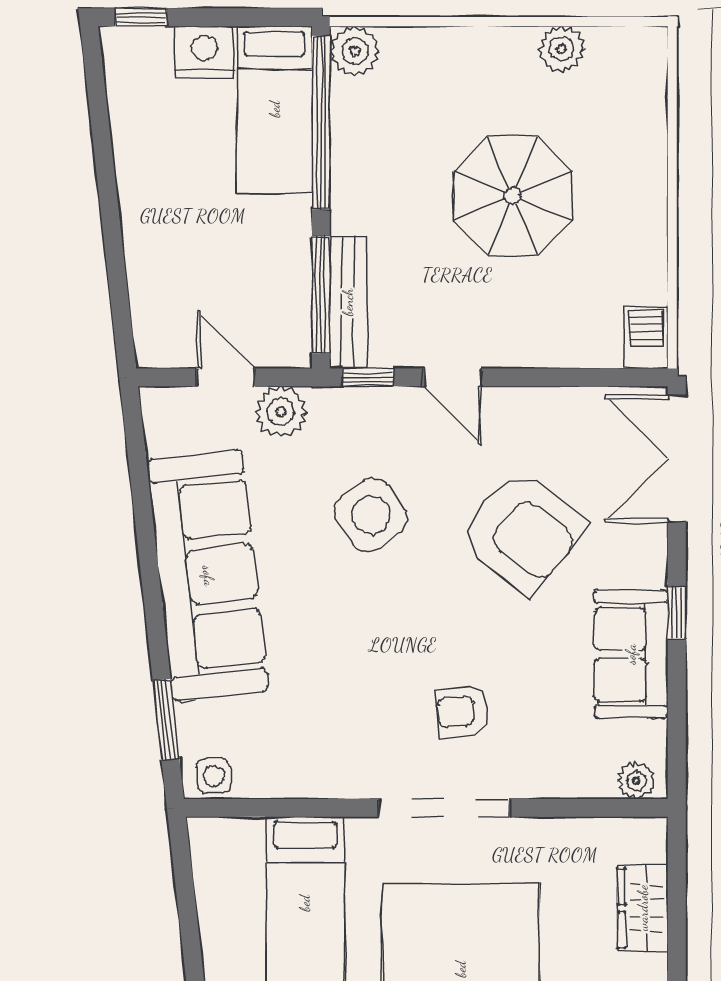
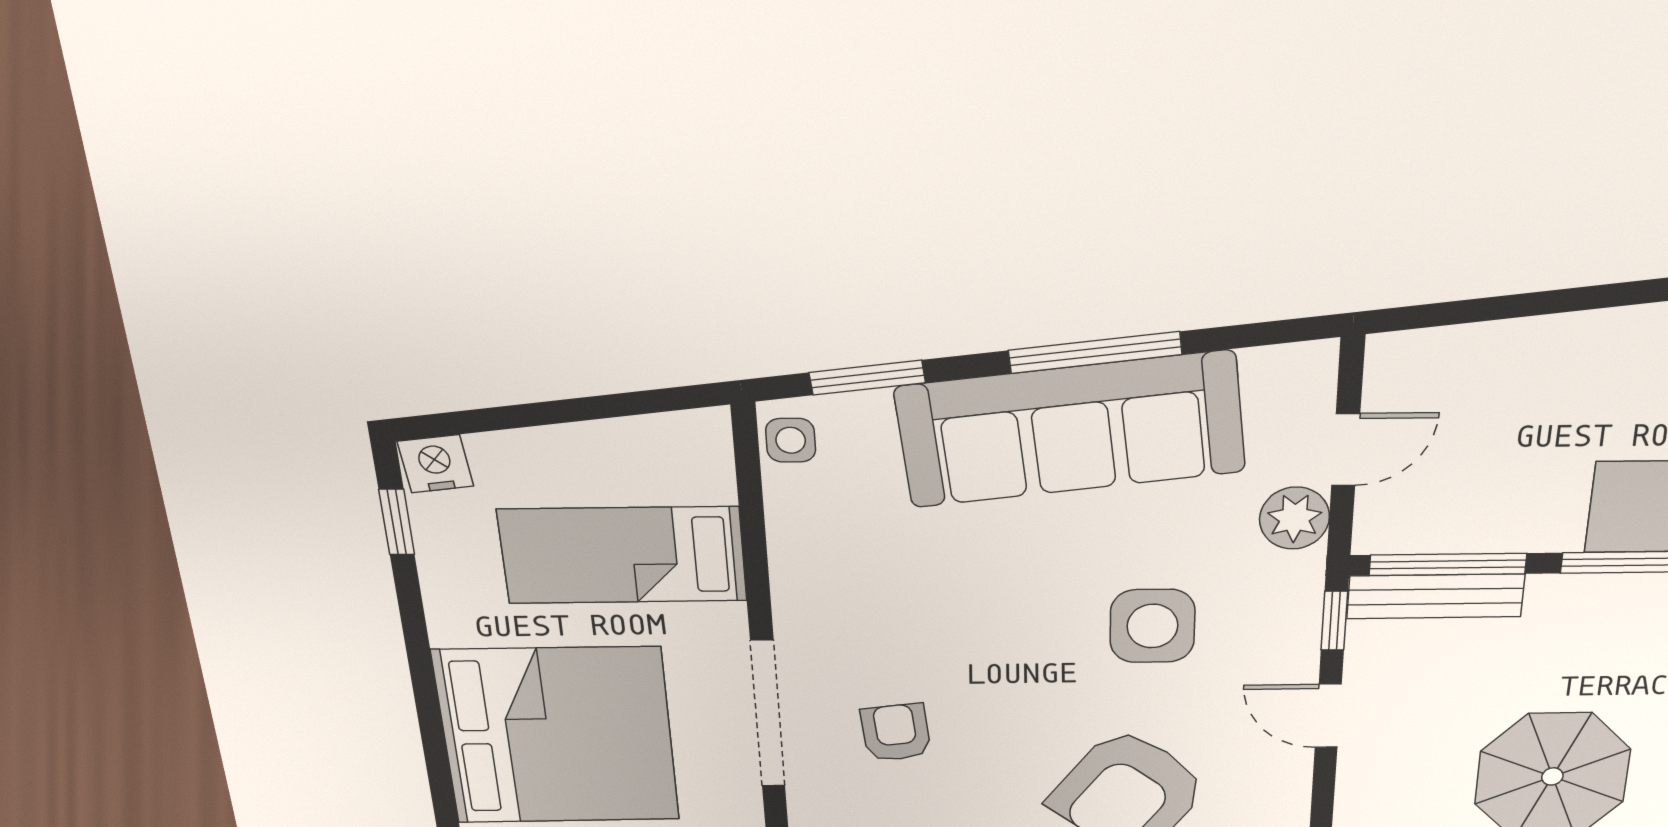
door: (453, 377) -> (1328, 716), hinge flipped
side table: (371, 515) -> (1152, 626), turned 35
window: (148, 559) -> (1095, 352), added

